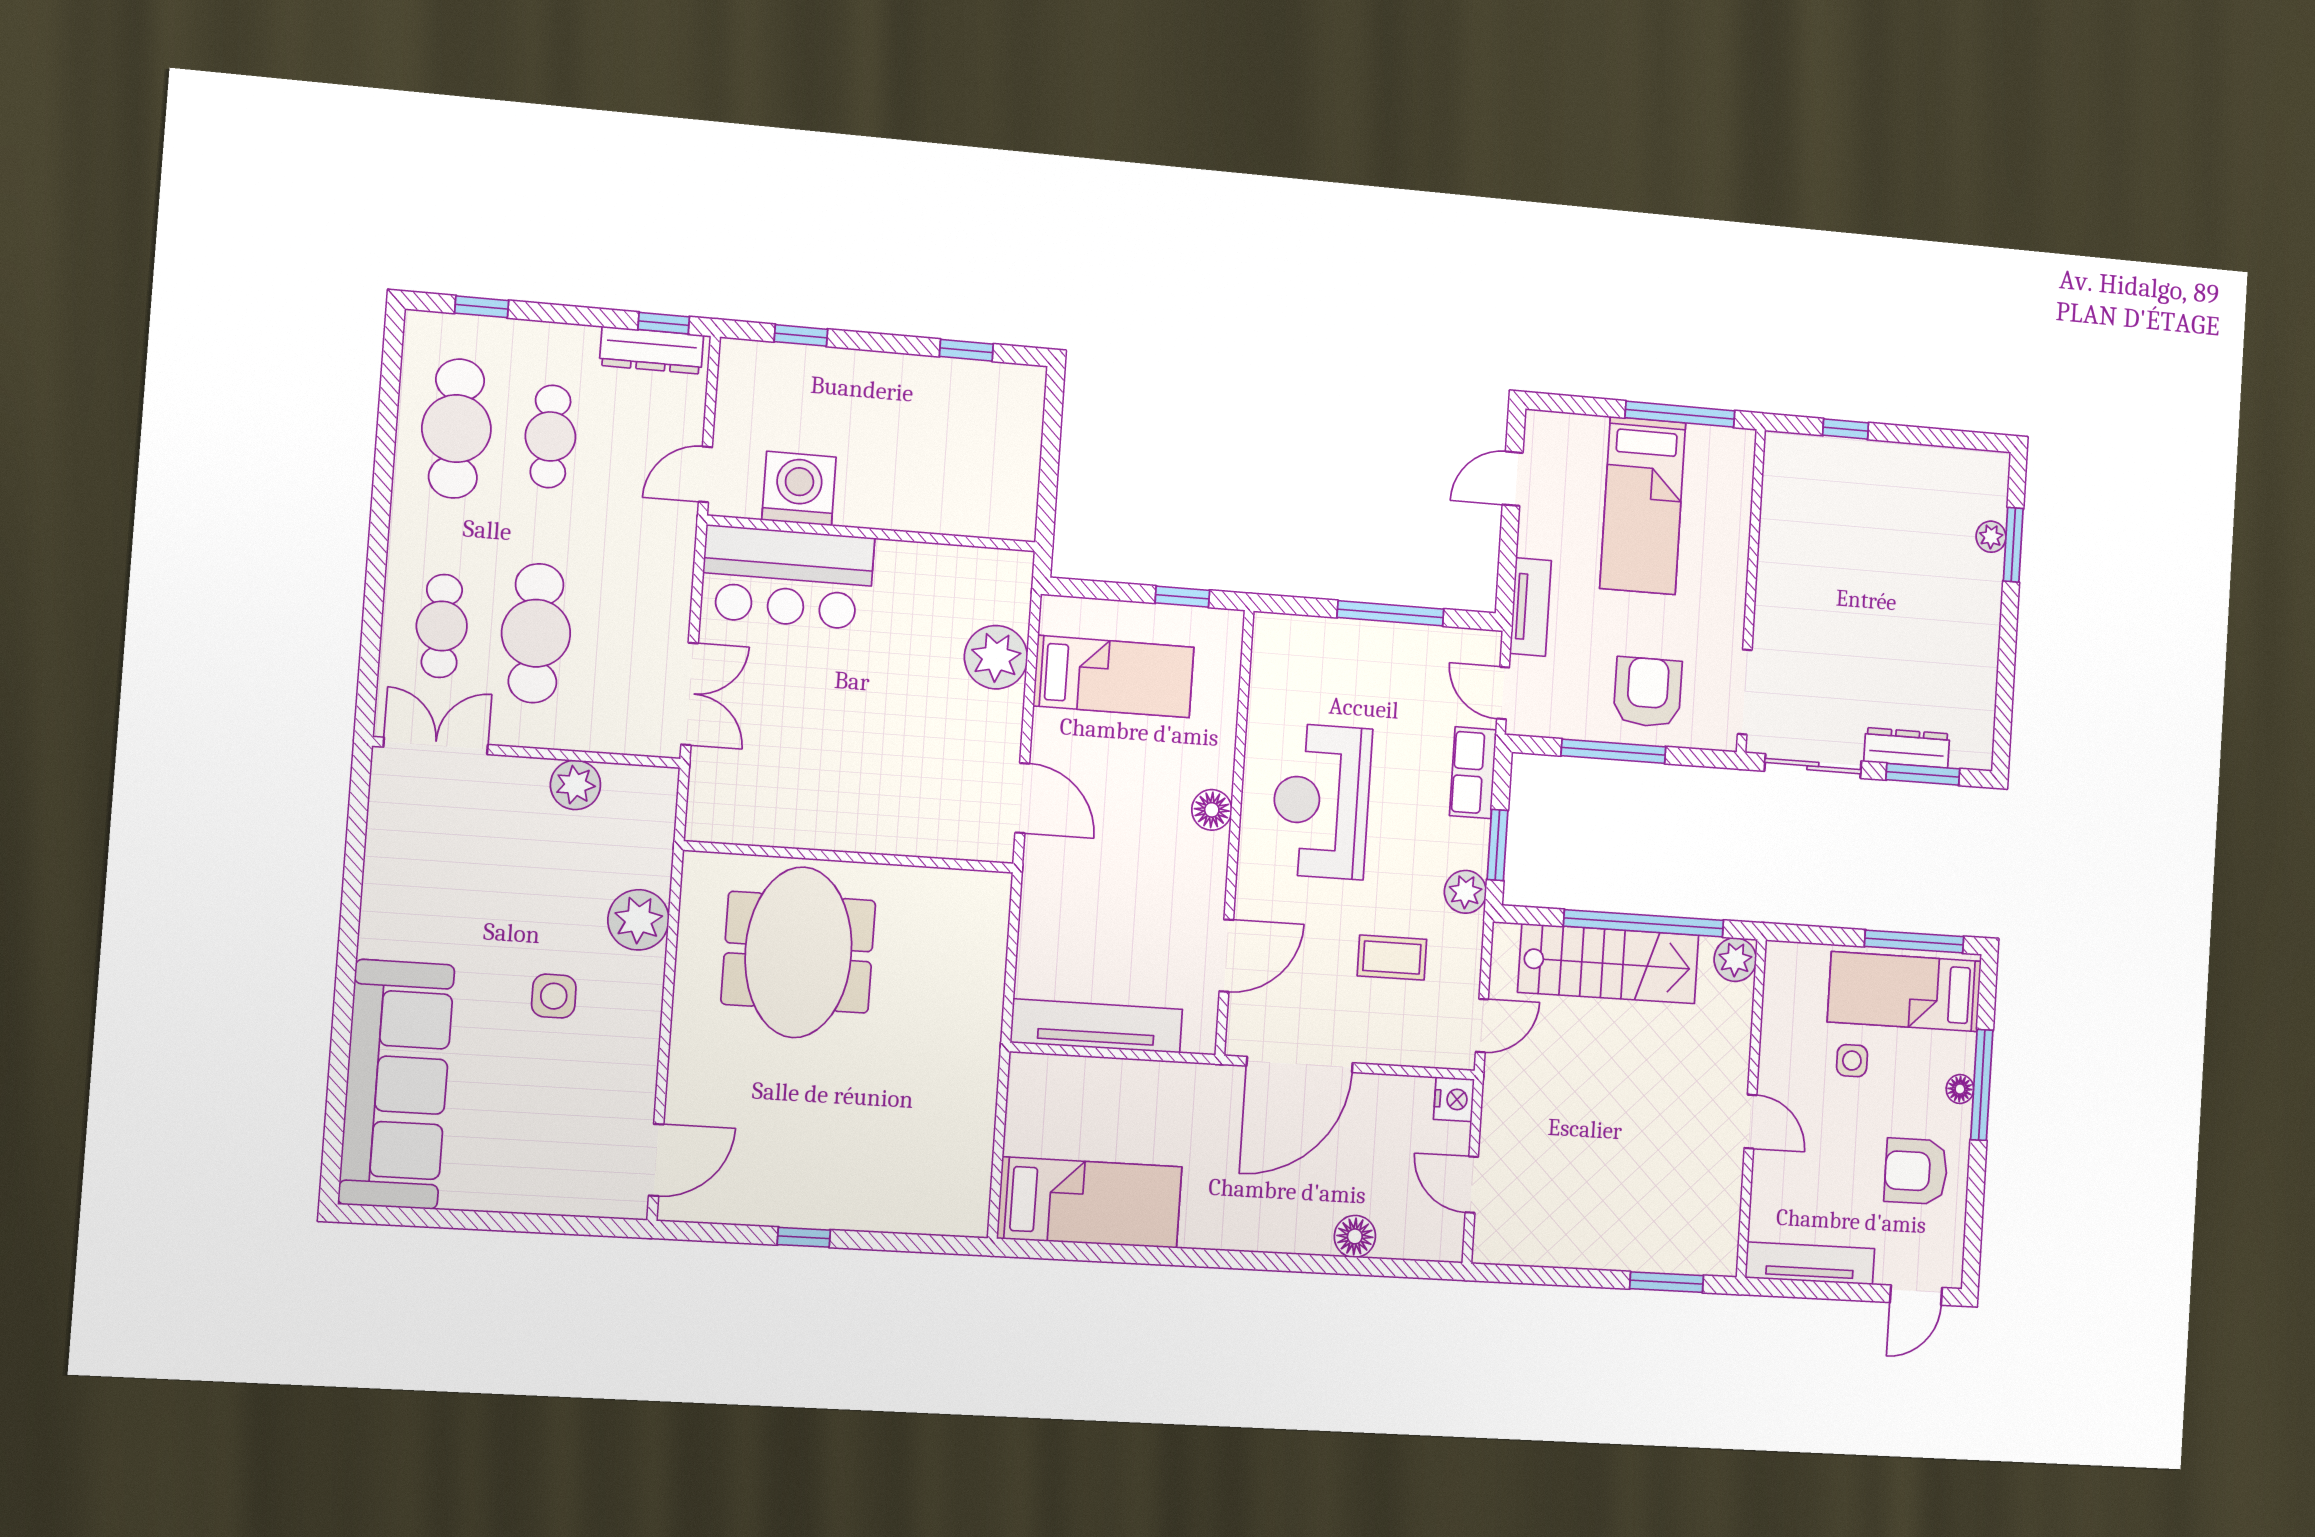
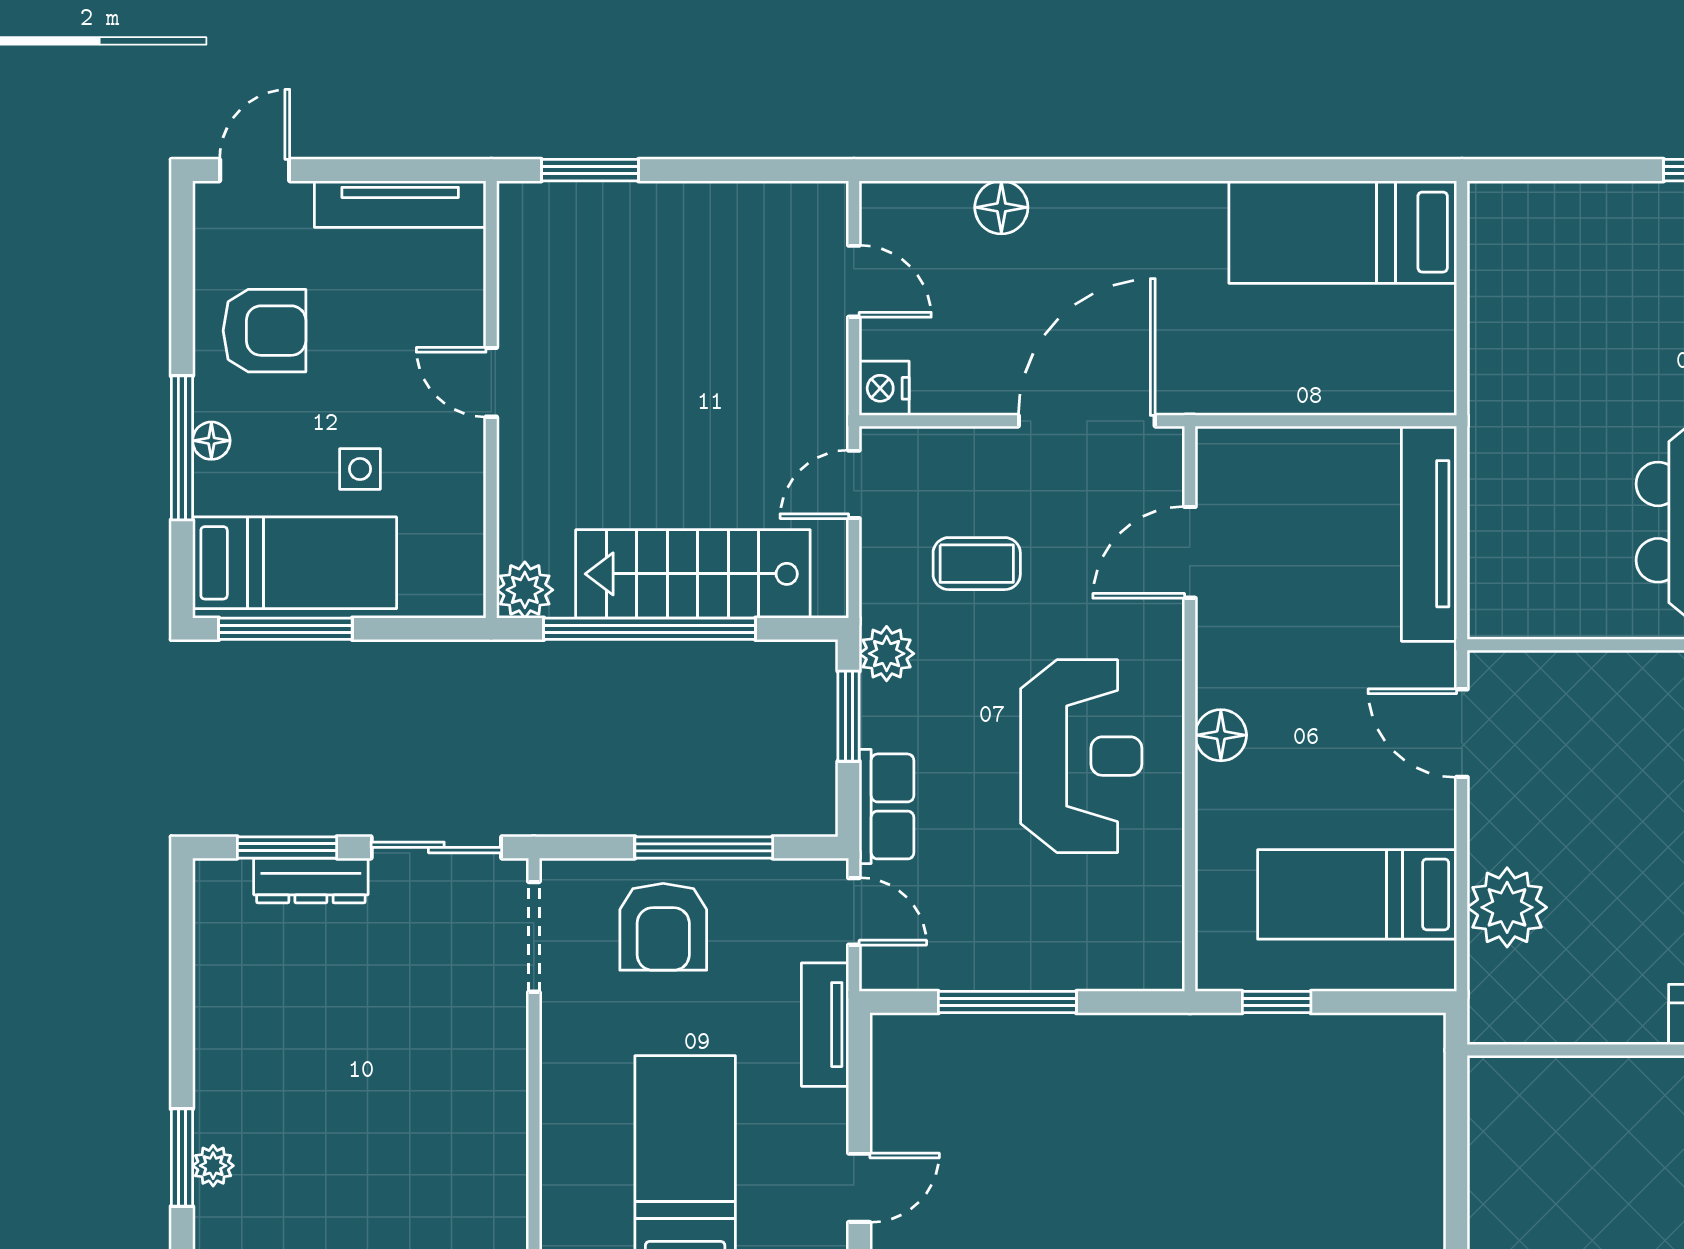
tv unit: (1096, 1026) -> (1429, 534), moved, turned 90

